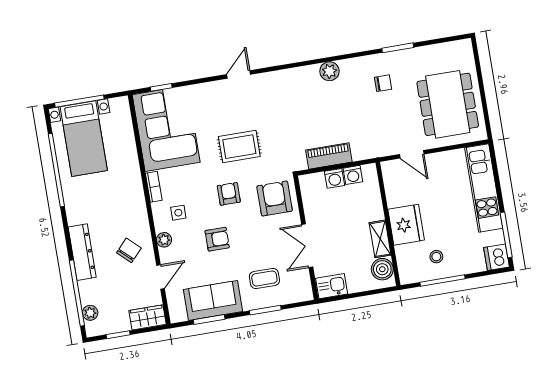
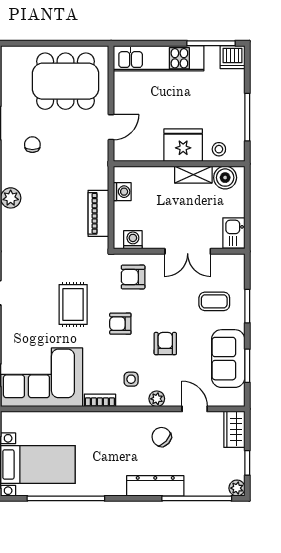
washing machine: (335, 178) -> (133, 240), moved, turned -90
armchair: (275, 198) -> (133, 277), width x0.72, depth x0.72
stool: (436, 257) -> (219, 149), moved
coffee table: (264, 278) -> (214, 301), turned 90
plant: (90, 313) -> (237, 488), moved

